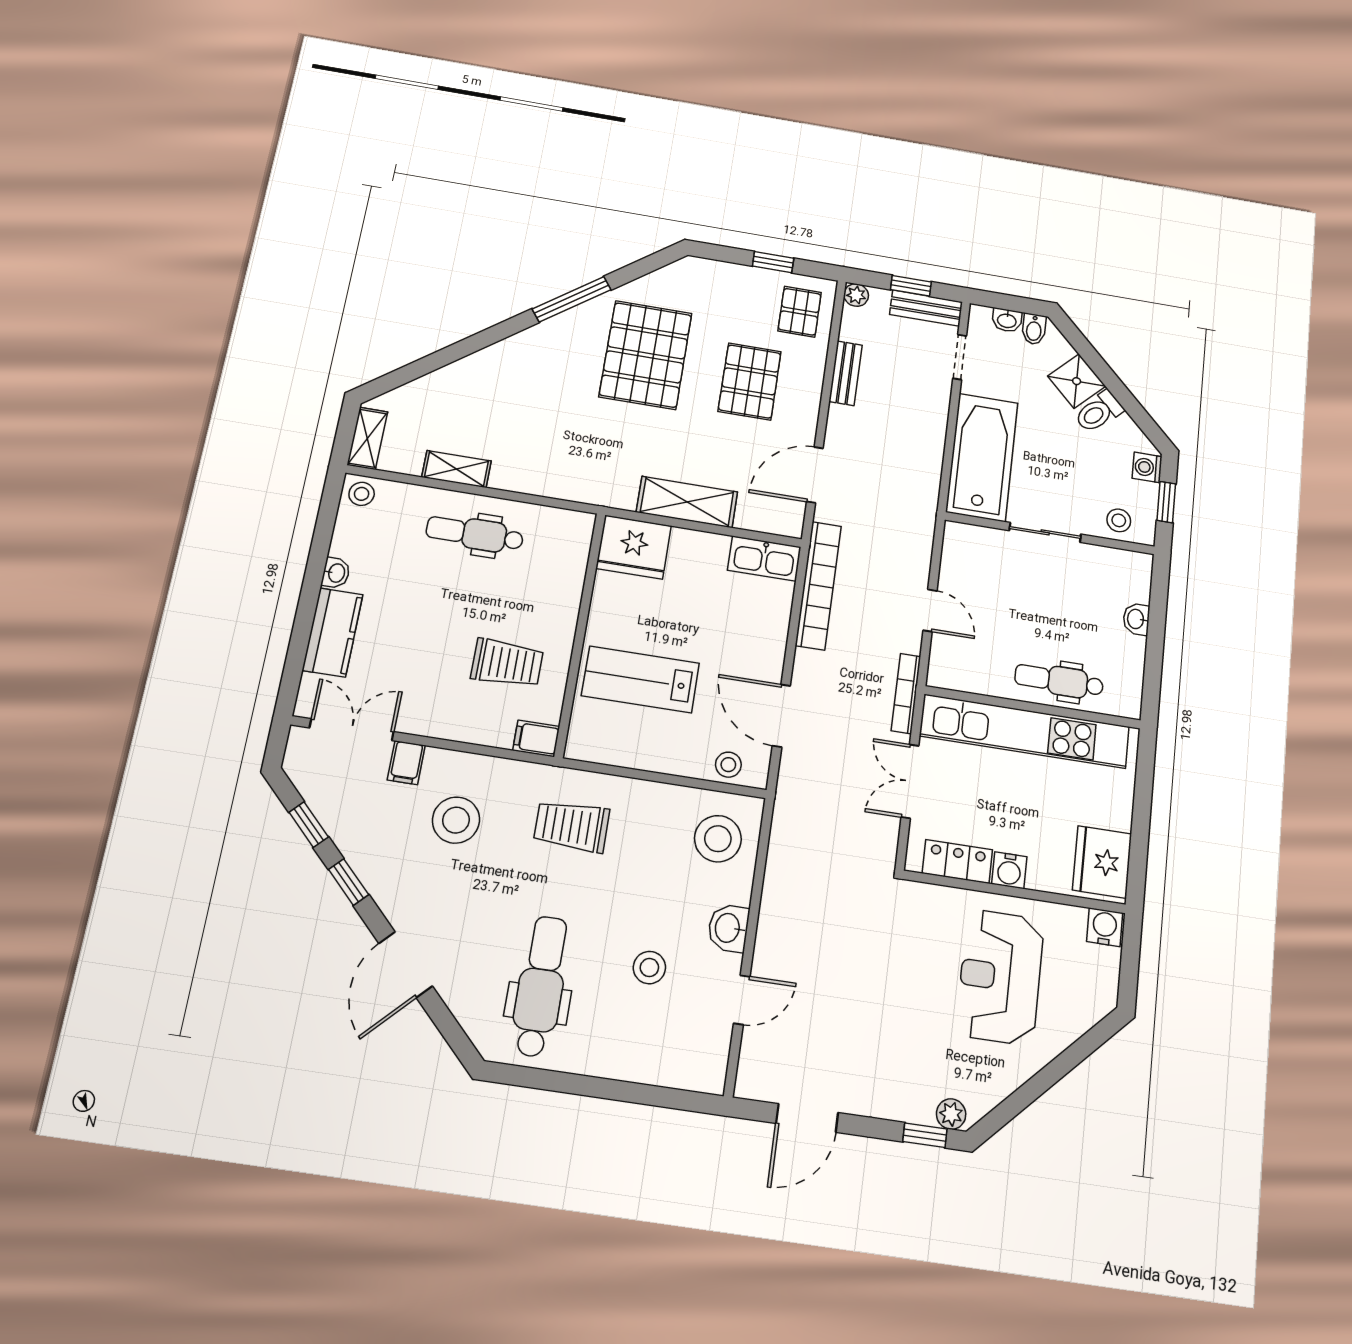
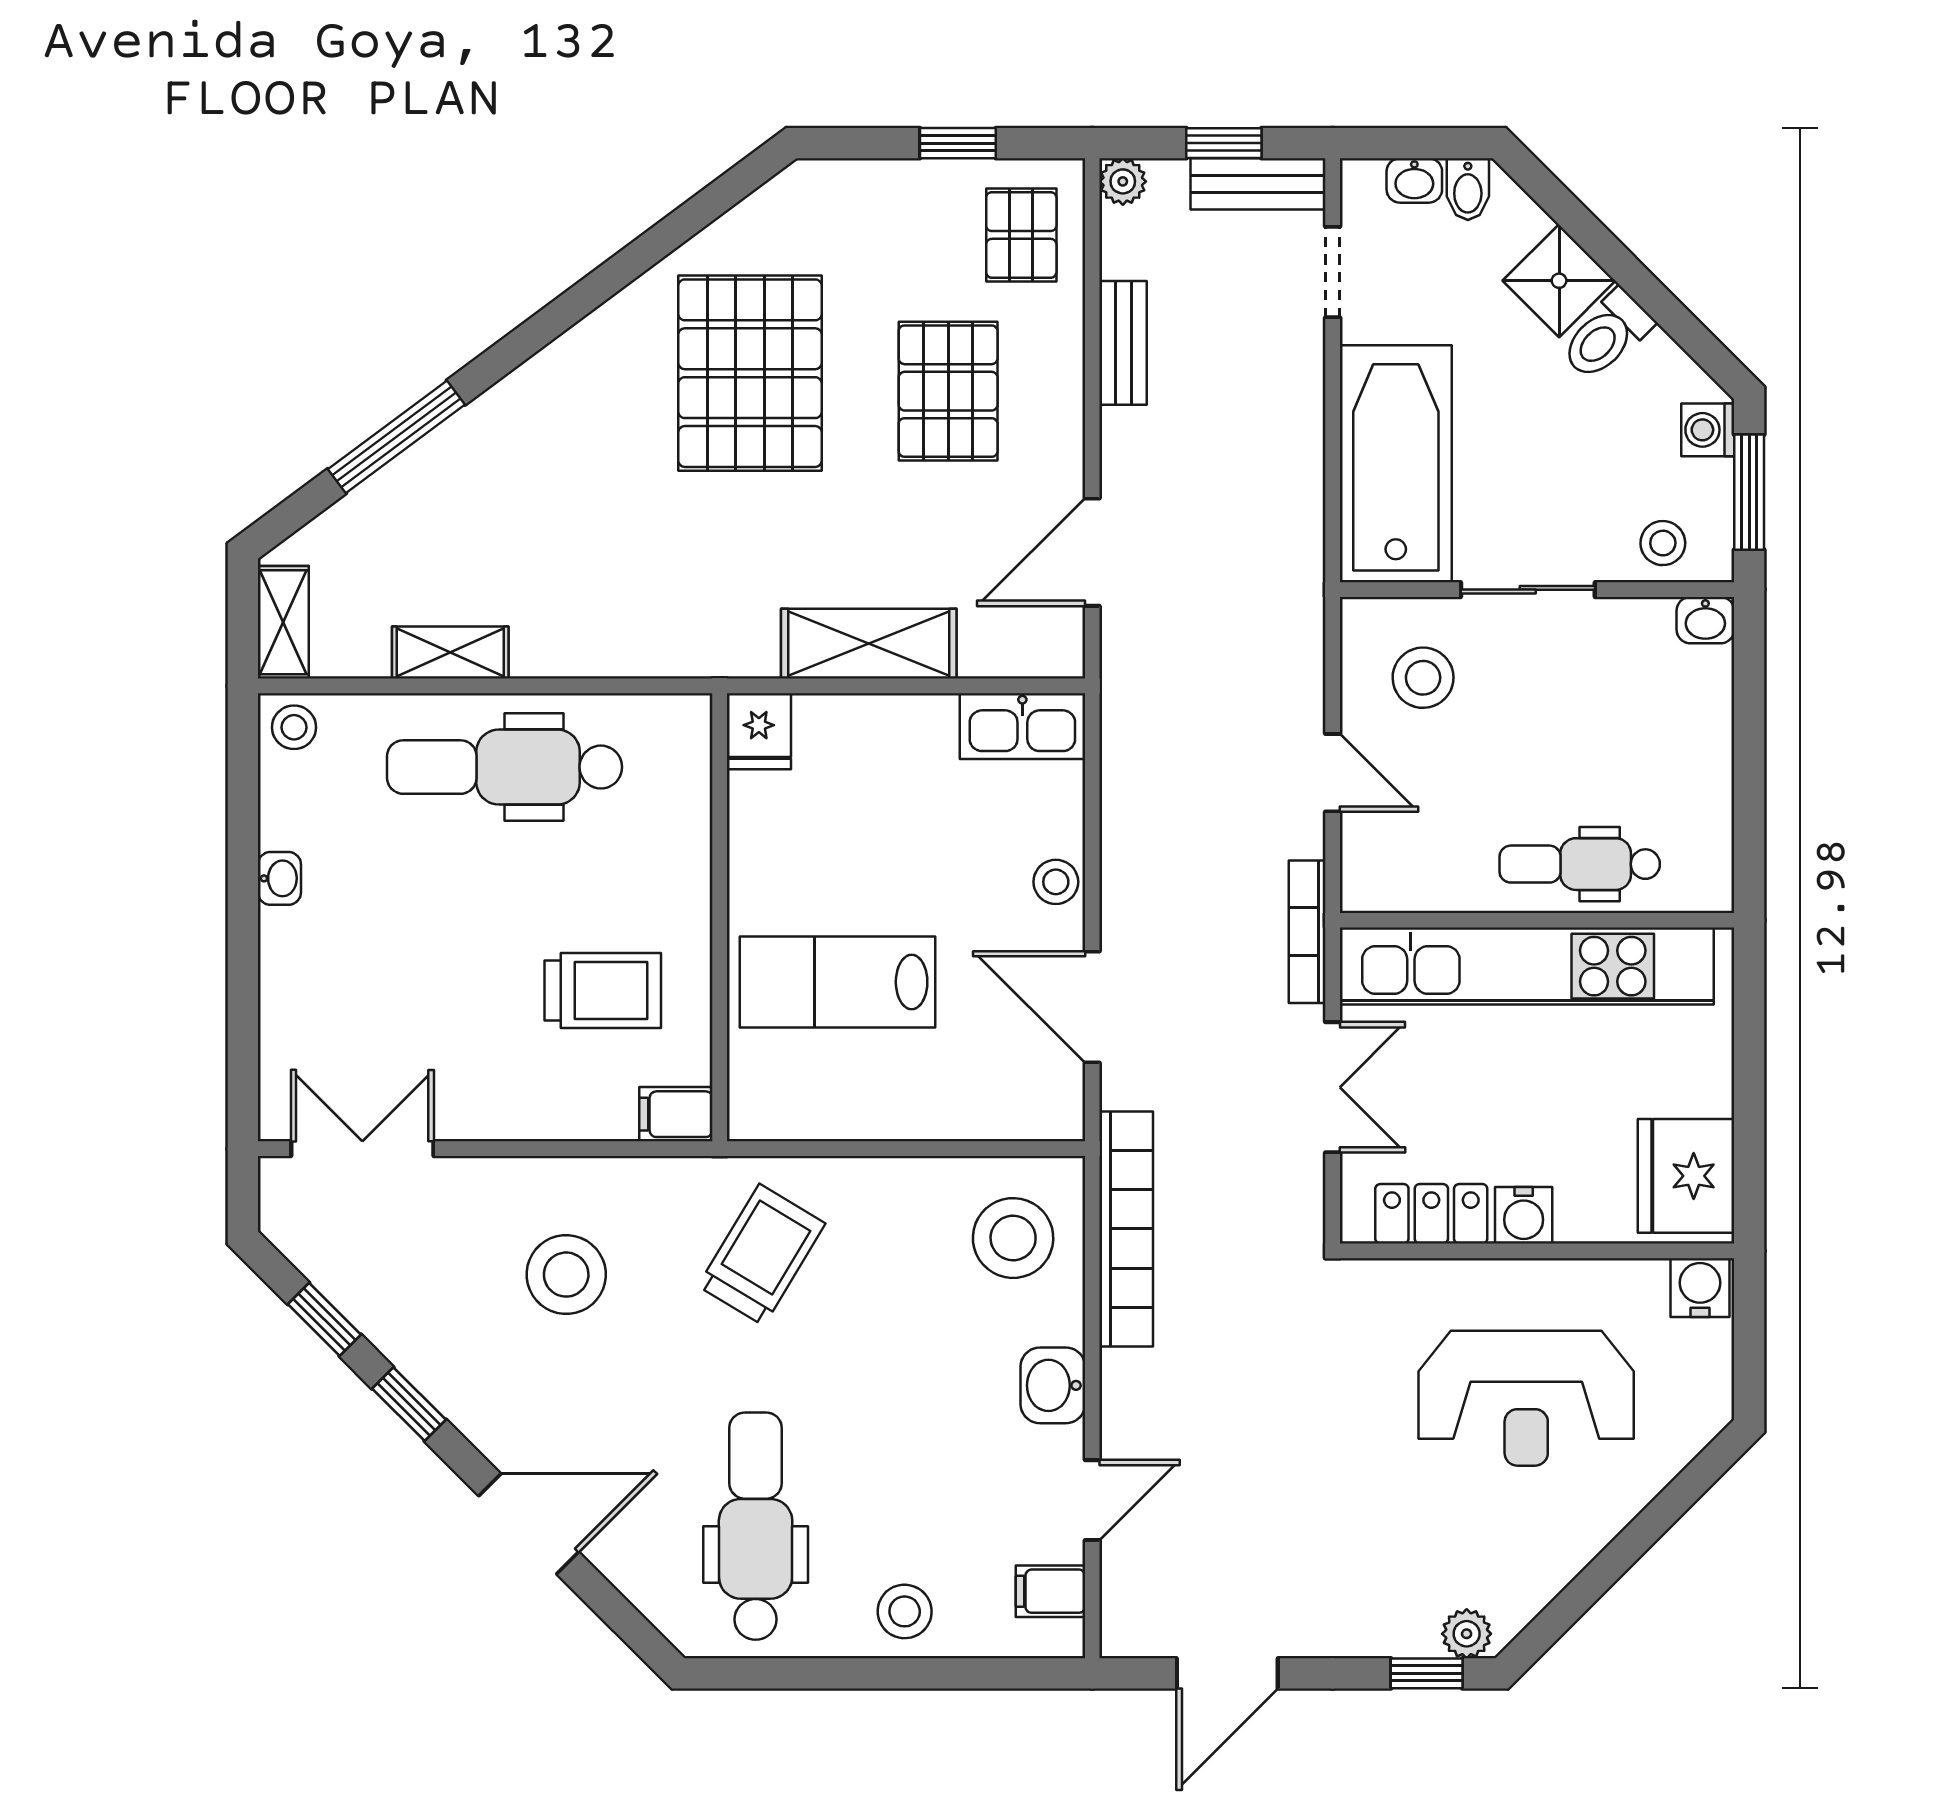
window: (572, 299) -> (396, 437), moved
window: (1166, 502) -> (1749, 492), width x1.50
dental chair: (475, 534) -> (505, 767), width x1.36, depth x1.38
fridge: (634, 547) -> (759, 731), width x0.53, depth x0.75
stool: (984, 569) -> (1423, 678), added
bookcase: (818, 585) -> (1126, 1229), moved
washbasin: (1136, 619) -> (1705, 620), moved, turned -90
kitchen counter: (333, 632) -> (296, 985), removed
filing cabinet: (406, 763) -> (1050, 1591), moved, turned 90
stool: (728, 765) -> (1056, 882), moved
double door: (910, 781) -> (1333, 1087), swing flipped
trolley: (572, 826) -> (762, 1255), turned 121
door: (406, 965) -> (529, 1524), swing flipped
stool: (649, 968) -> (905, 1611), moved
reception desk: (1000, 977) -> (1526, 1398), turned -90

